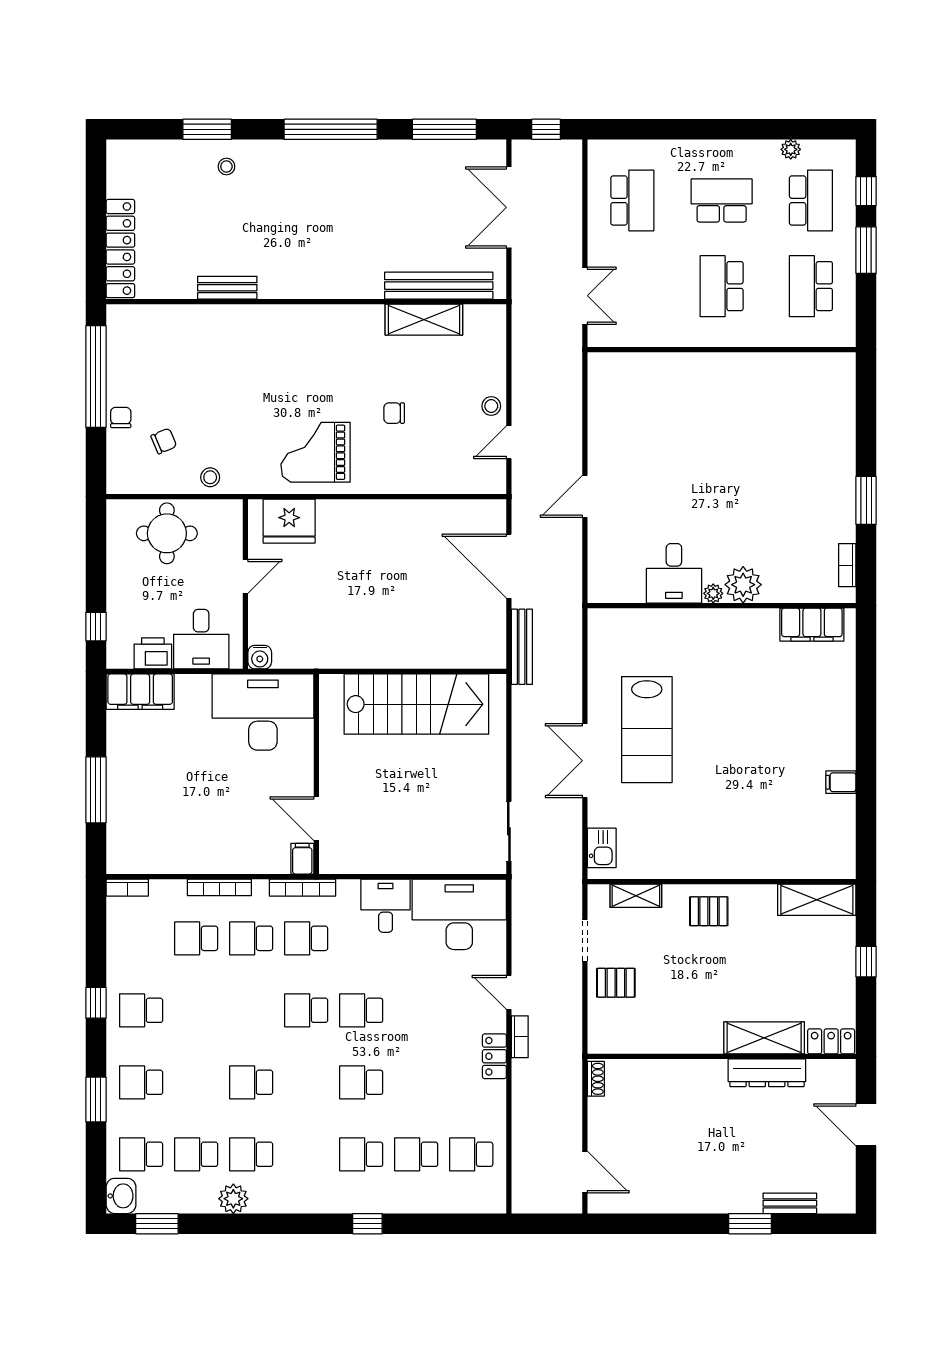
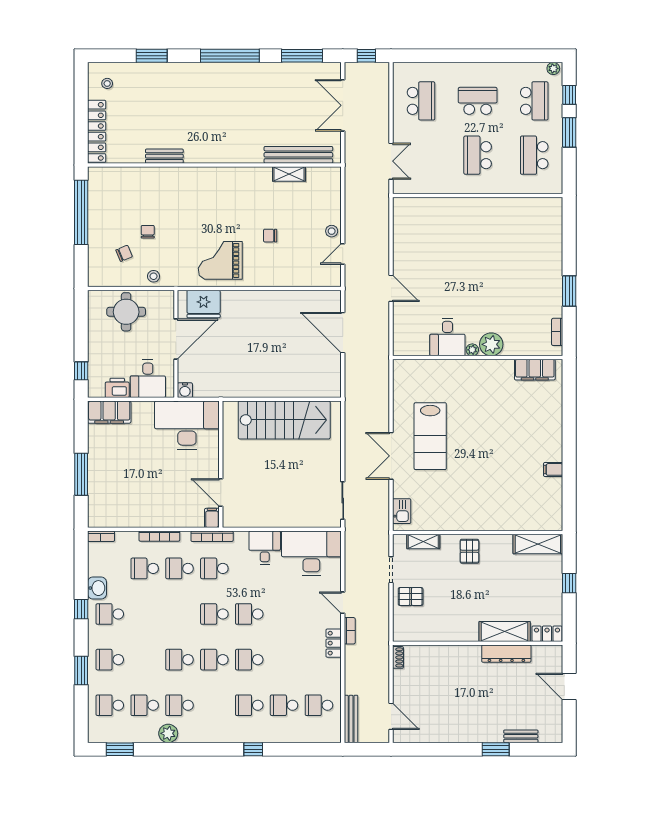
plant: (791, 149) -> (553, 68), moved
stool: (226, 167) -> (107, 83), moved
shelving: (424, 320) -> (289, 174), width x0.67, depth x0.75
chair: (121, 417) -> (148, 232), moved
door: (585, 496) -> (391, 288), swing flipped
door: (245, 576) -> (176, 339), width x1.88
bench: (522, 647) -> (351, 719), moved
pallet: (709, 911) -> (469, 551), turned 90
school desk: (306, 1082) -> (214, 660), added
washbasin: (121, 1196) -> (97, 588), moved

